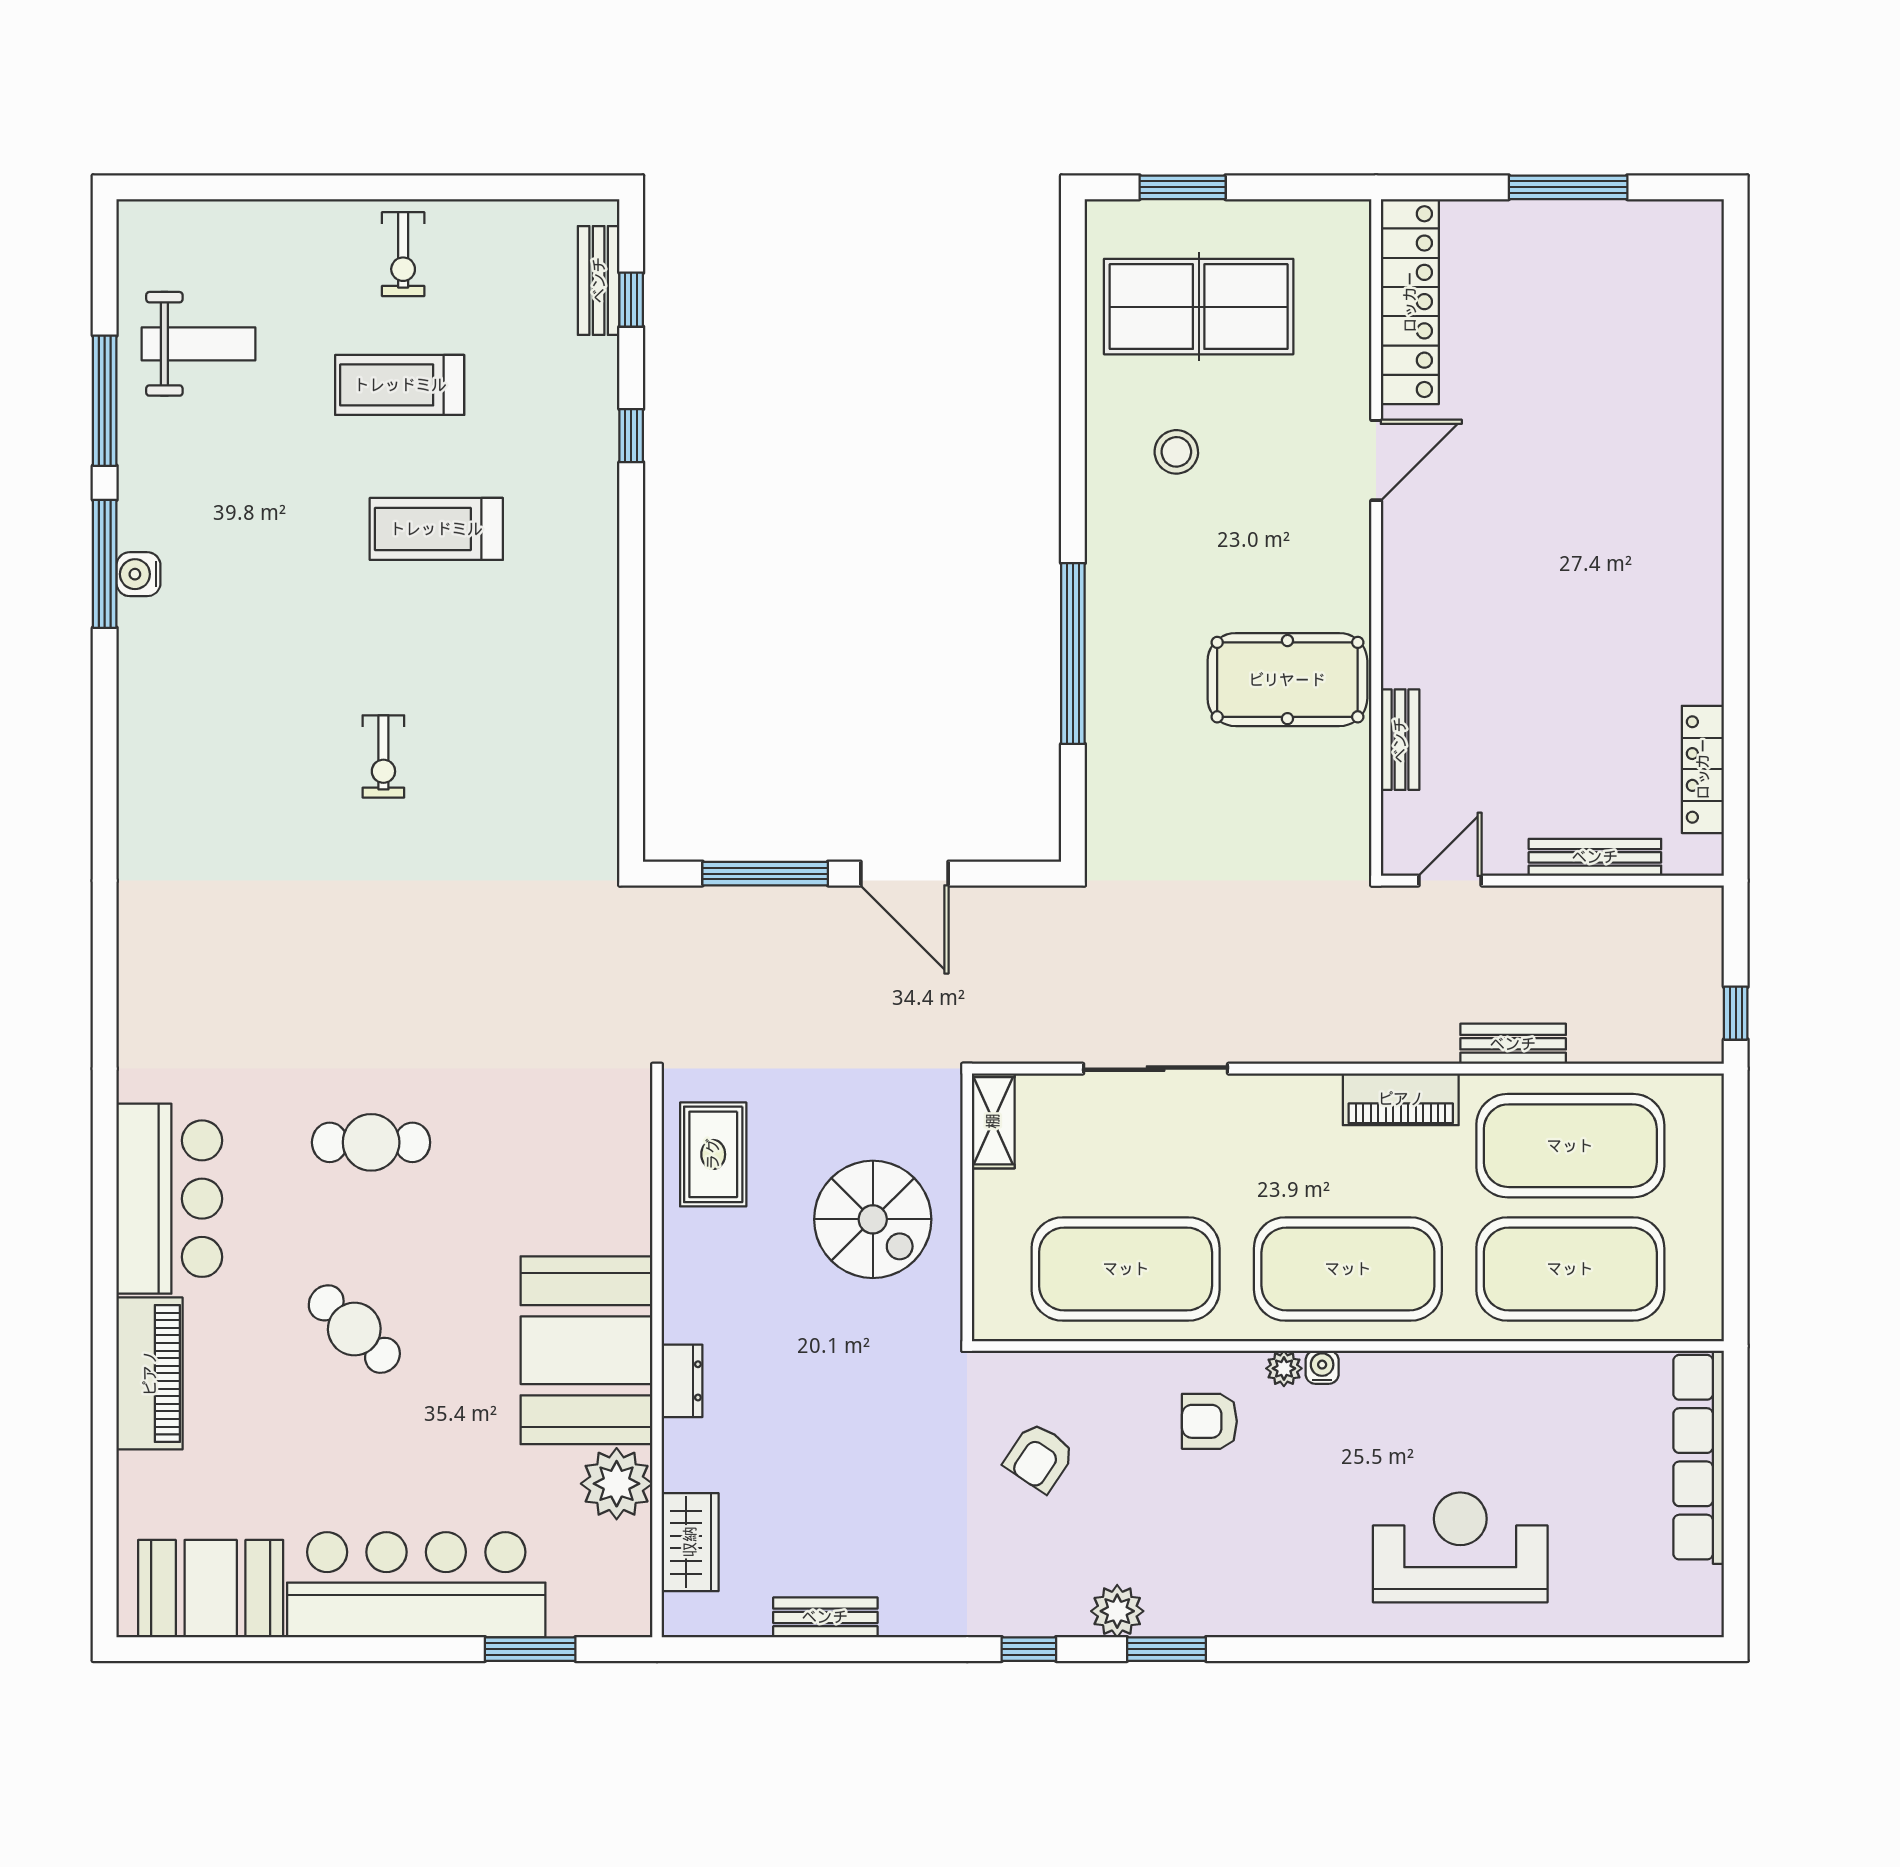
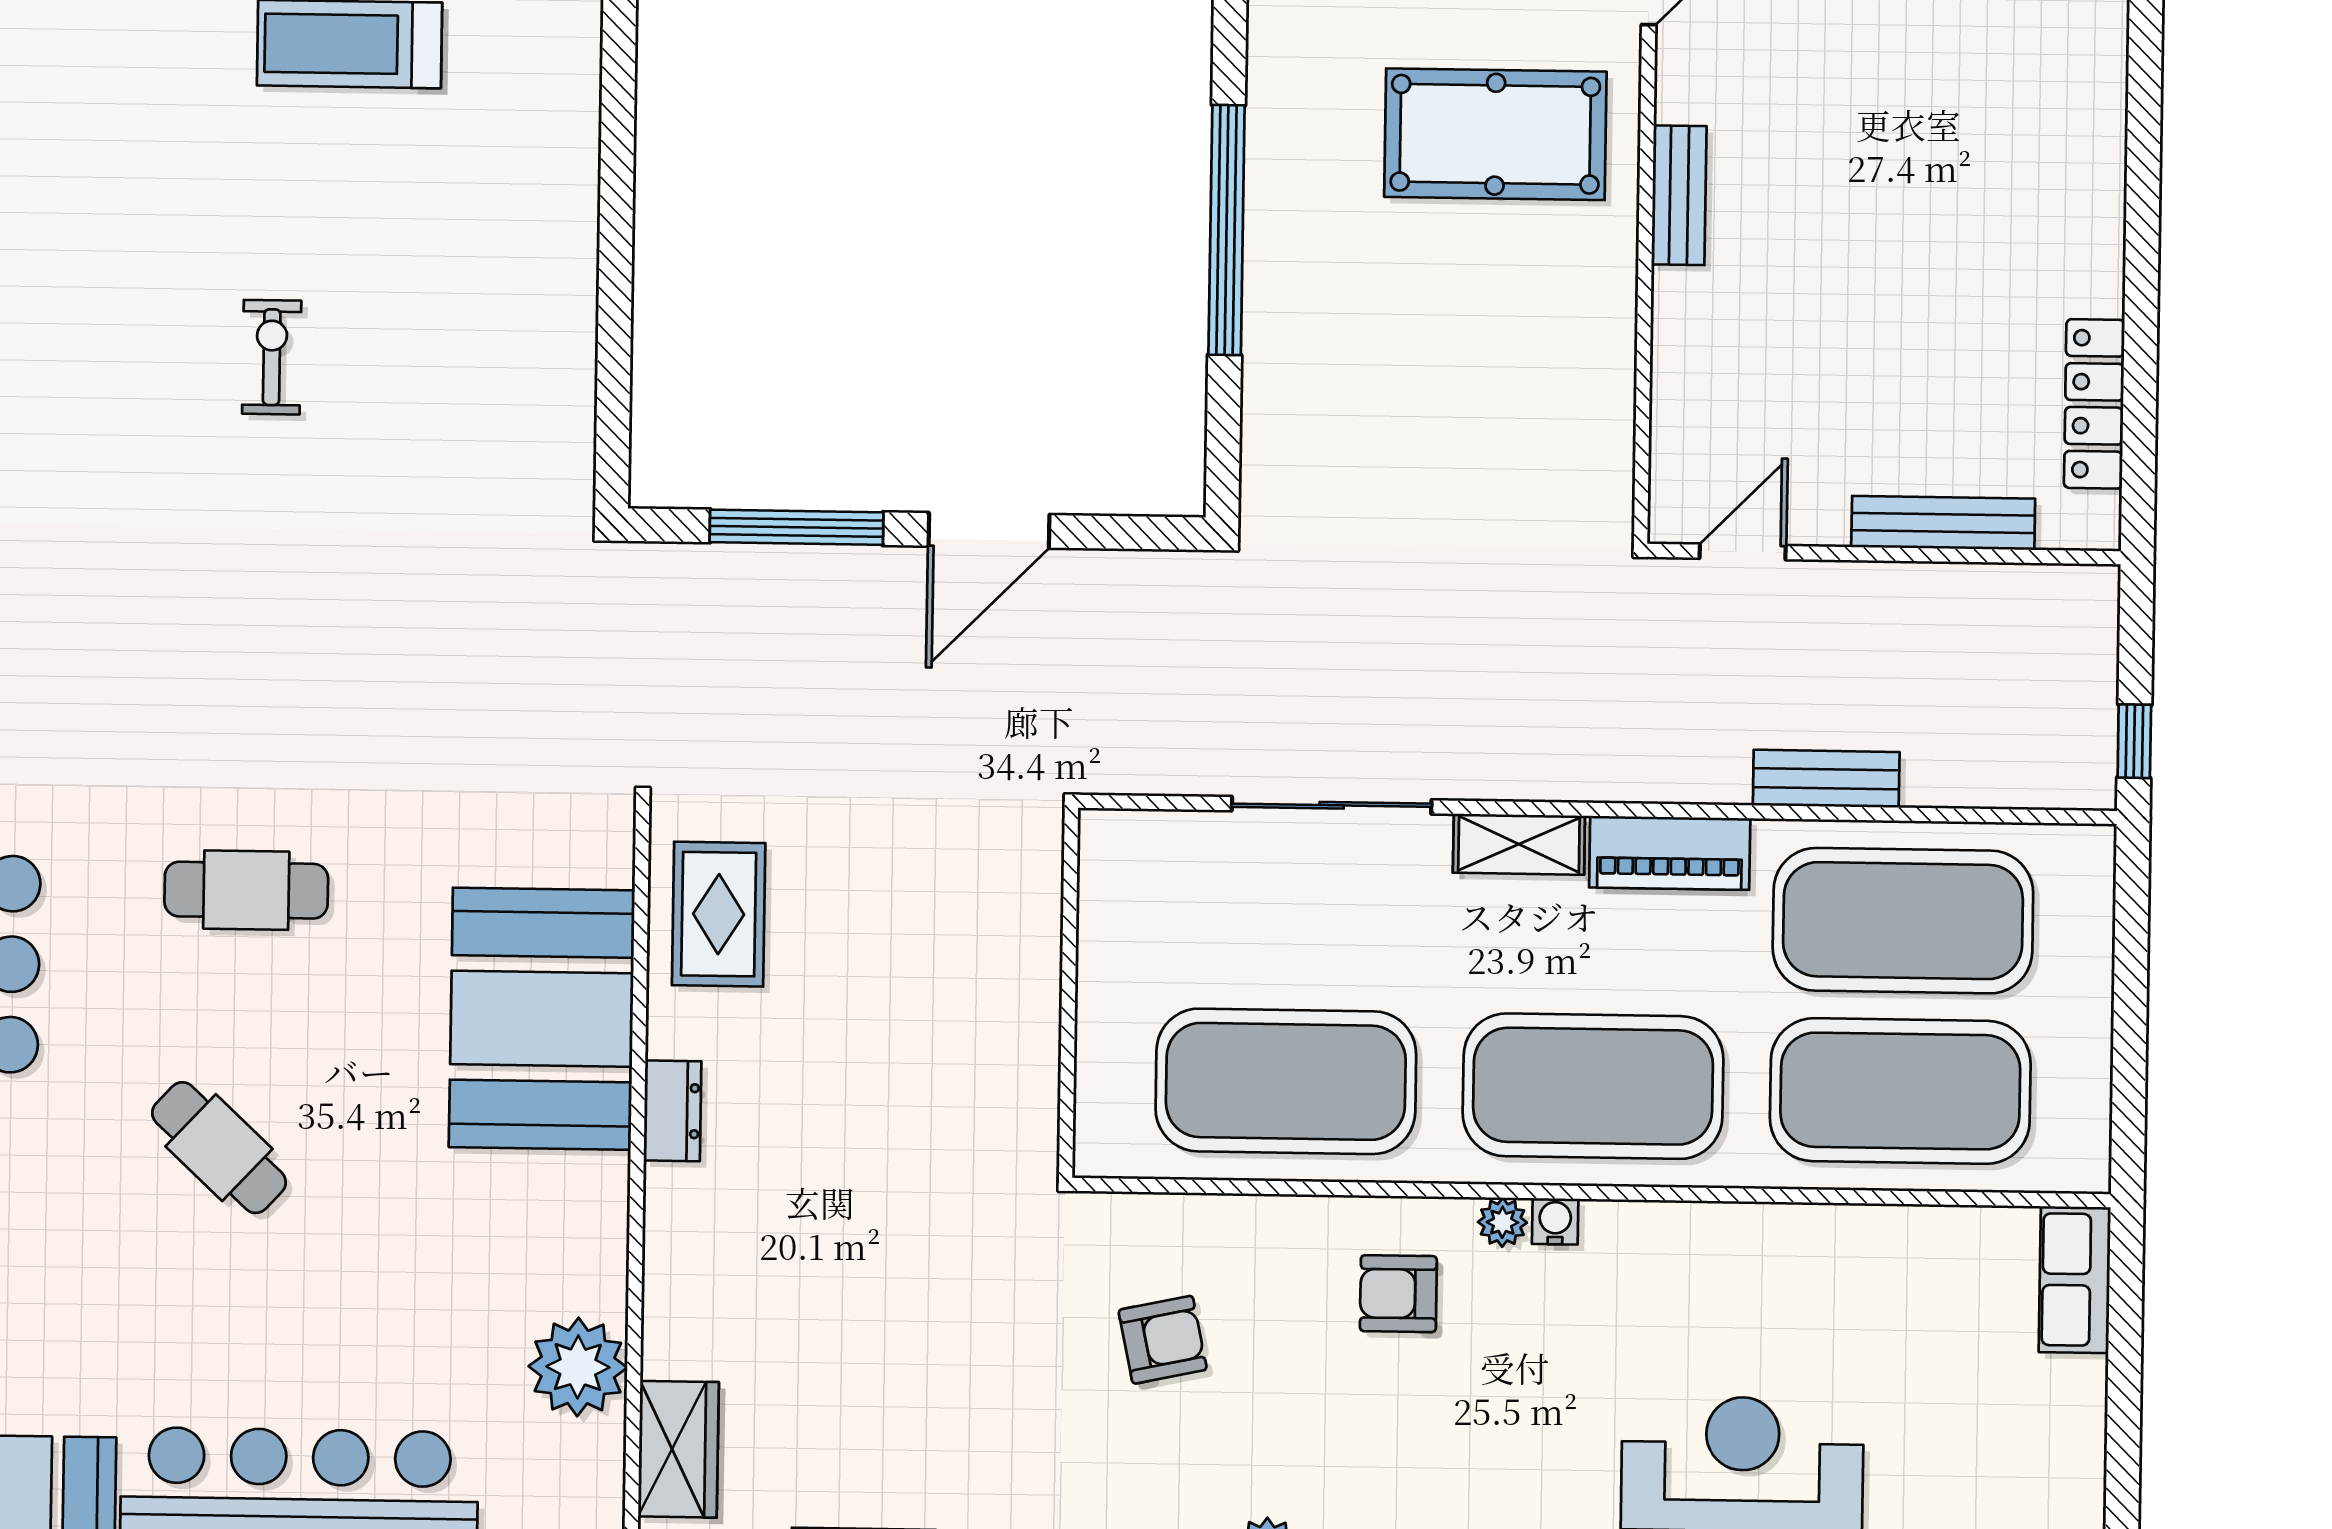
pool table: (1287, 680) -> (1495, 134), moved
bench: (1400, 740) -> (1679, 195), moved
exercise bike: (383, 756) -> (272, 357), turned 180
door: (904, 874) -> (989, 530), hinge flipped
shelving: (993, 1121) -> (1519, 844), moved, turned 90
spiral stairs: (873, 1219) -> (938, 1007), removed
booth: (586, 1350) -> (542, 1019), moved
dresser: (682, 1381) -> (672, 1111), moved
armchair: (1039, 1457) -> (1163, 1340), turned -136
row of seats: (1699, 1457) -> (2075, 1280), width x0.50

